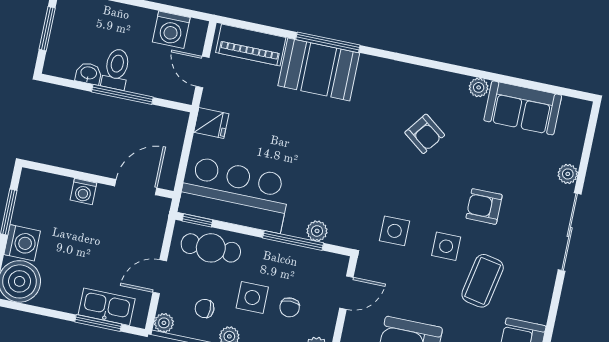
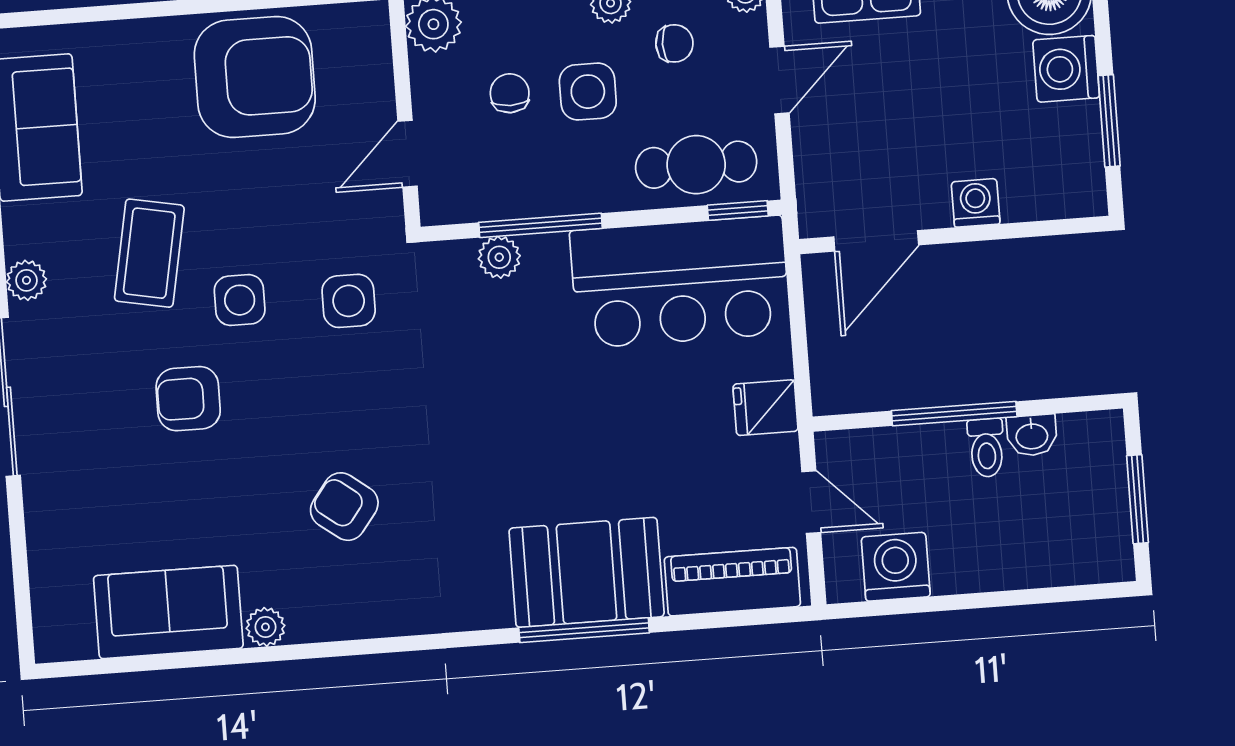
toilet: (116, 69) -> (986, 448), width x0.73, depth x0.72
plant: (568, 174) -> (26, 280), moved
armchair: (484, 206) -> (188, 399), turned 180

